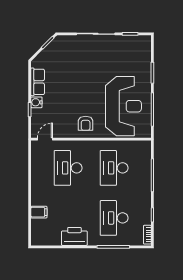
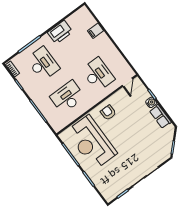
desk: (114, 168) -> (67, 97), turned -90

